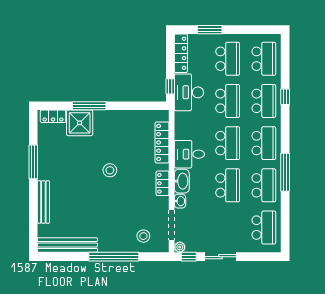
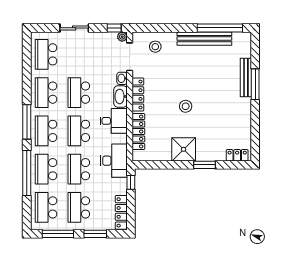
window: (251, 30) -> (58, 234), added
desk: (189, 92) -> (114, 161), moved
window: (285, 97) -> (27, 173), width x3.17
window: (89, 106) -> (204, 165), width x0.69
shower: (80, 123) -> (184, 149), moved
window: (33, 162) -> (255, 84), moved
window: (285, 172) -> (27, 122), moved
locker: (163, 183) -> (138, 95), width x1.53
bench: (67, 245) -> (204, 39), moved
window: (114, 257) -> (220, 28), moved
sliding door: (221, 257) -> (74, 28), moved

